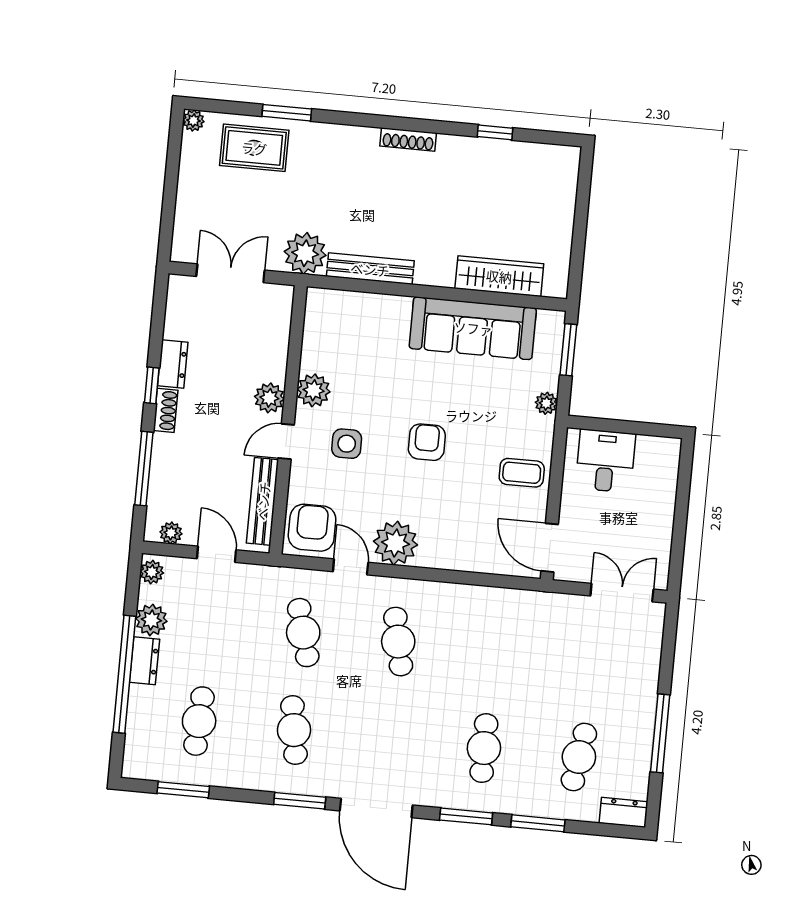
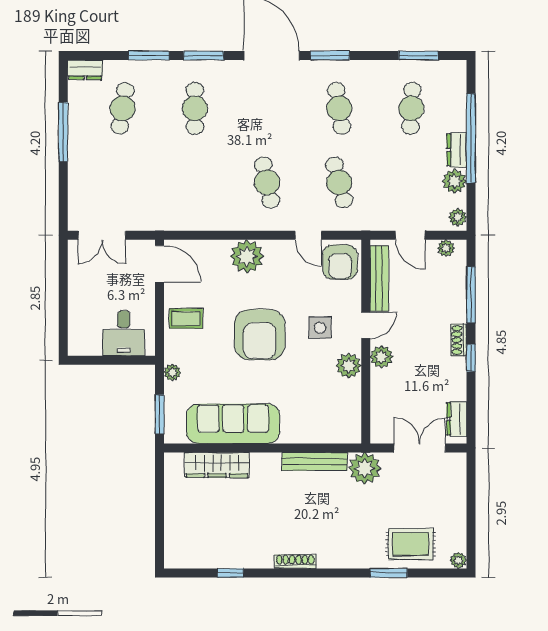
double door: (230, 273) -> (420, 448), swing flipped
dresser: (173, 364) -> (457, 419), moved
armchair: (427, 442) -> (260, 335), width x1.88, depth x1.88
plant: (395, 543) -> (247, 256), moved

